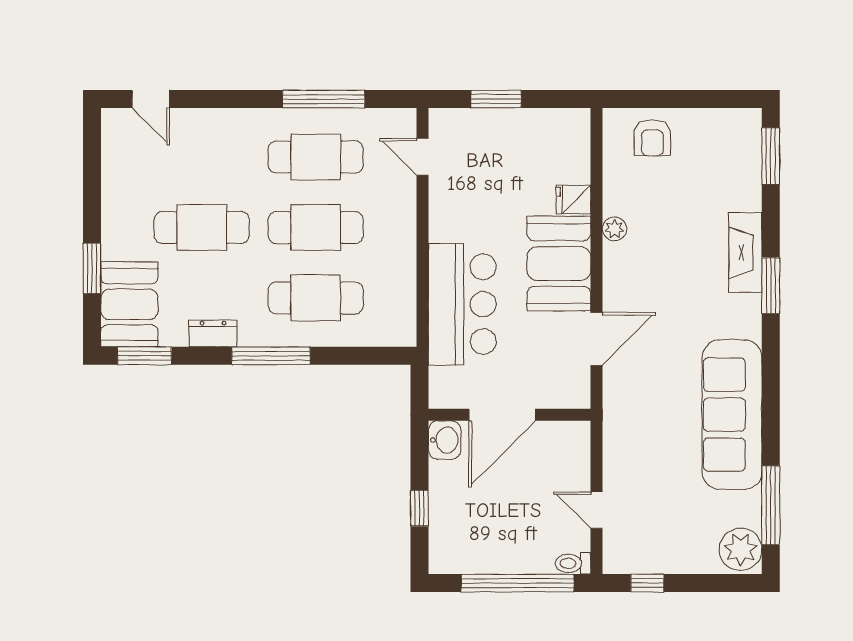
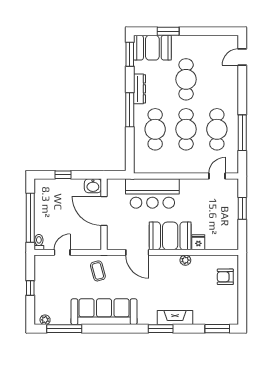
dresser: (213, 334) -> (140, 89), width x1.44
coffee table: (639, 429) -> (98, 271), added
plant: (741, 549) -> (45, 320), width x0.53, depth x0.53
window: (647, 583) -> (30, 288), moved

